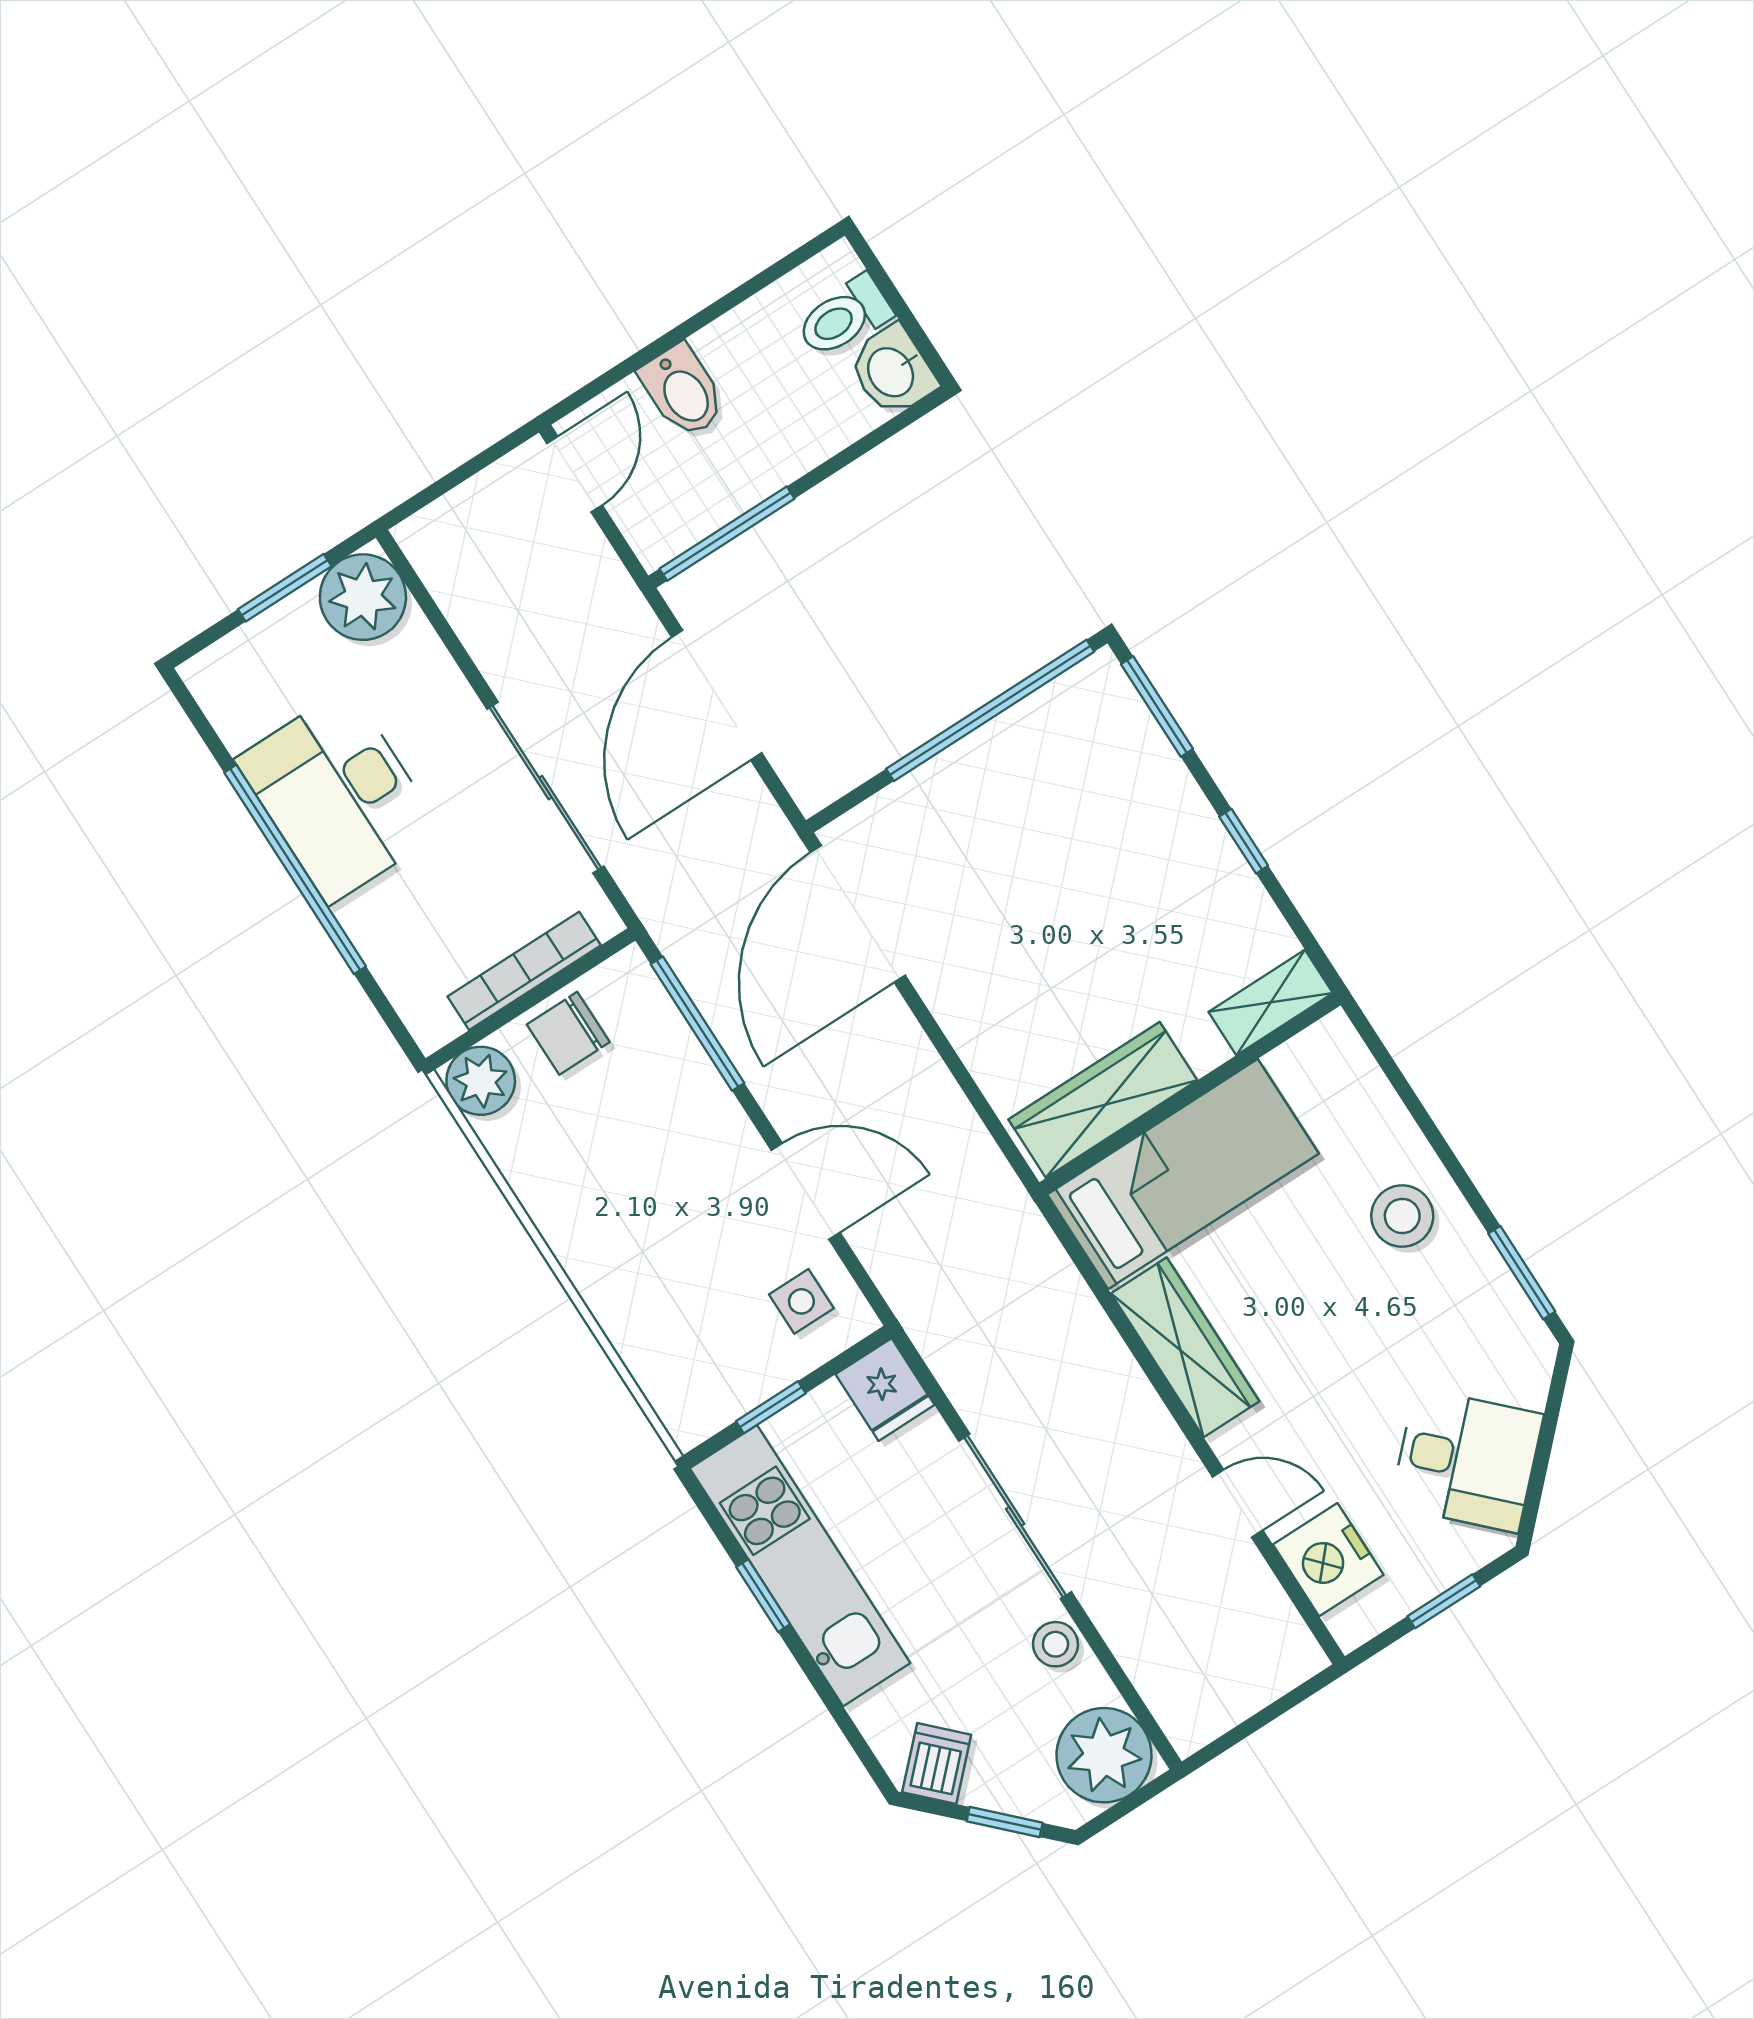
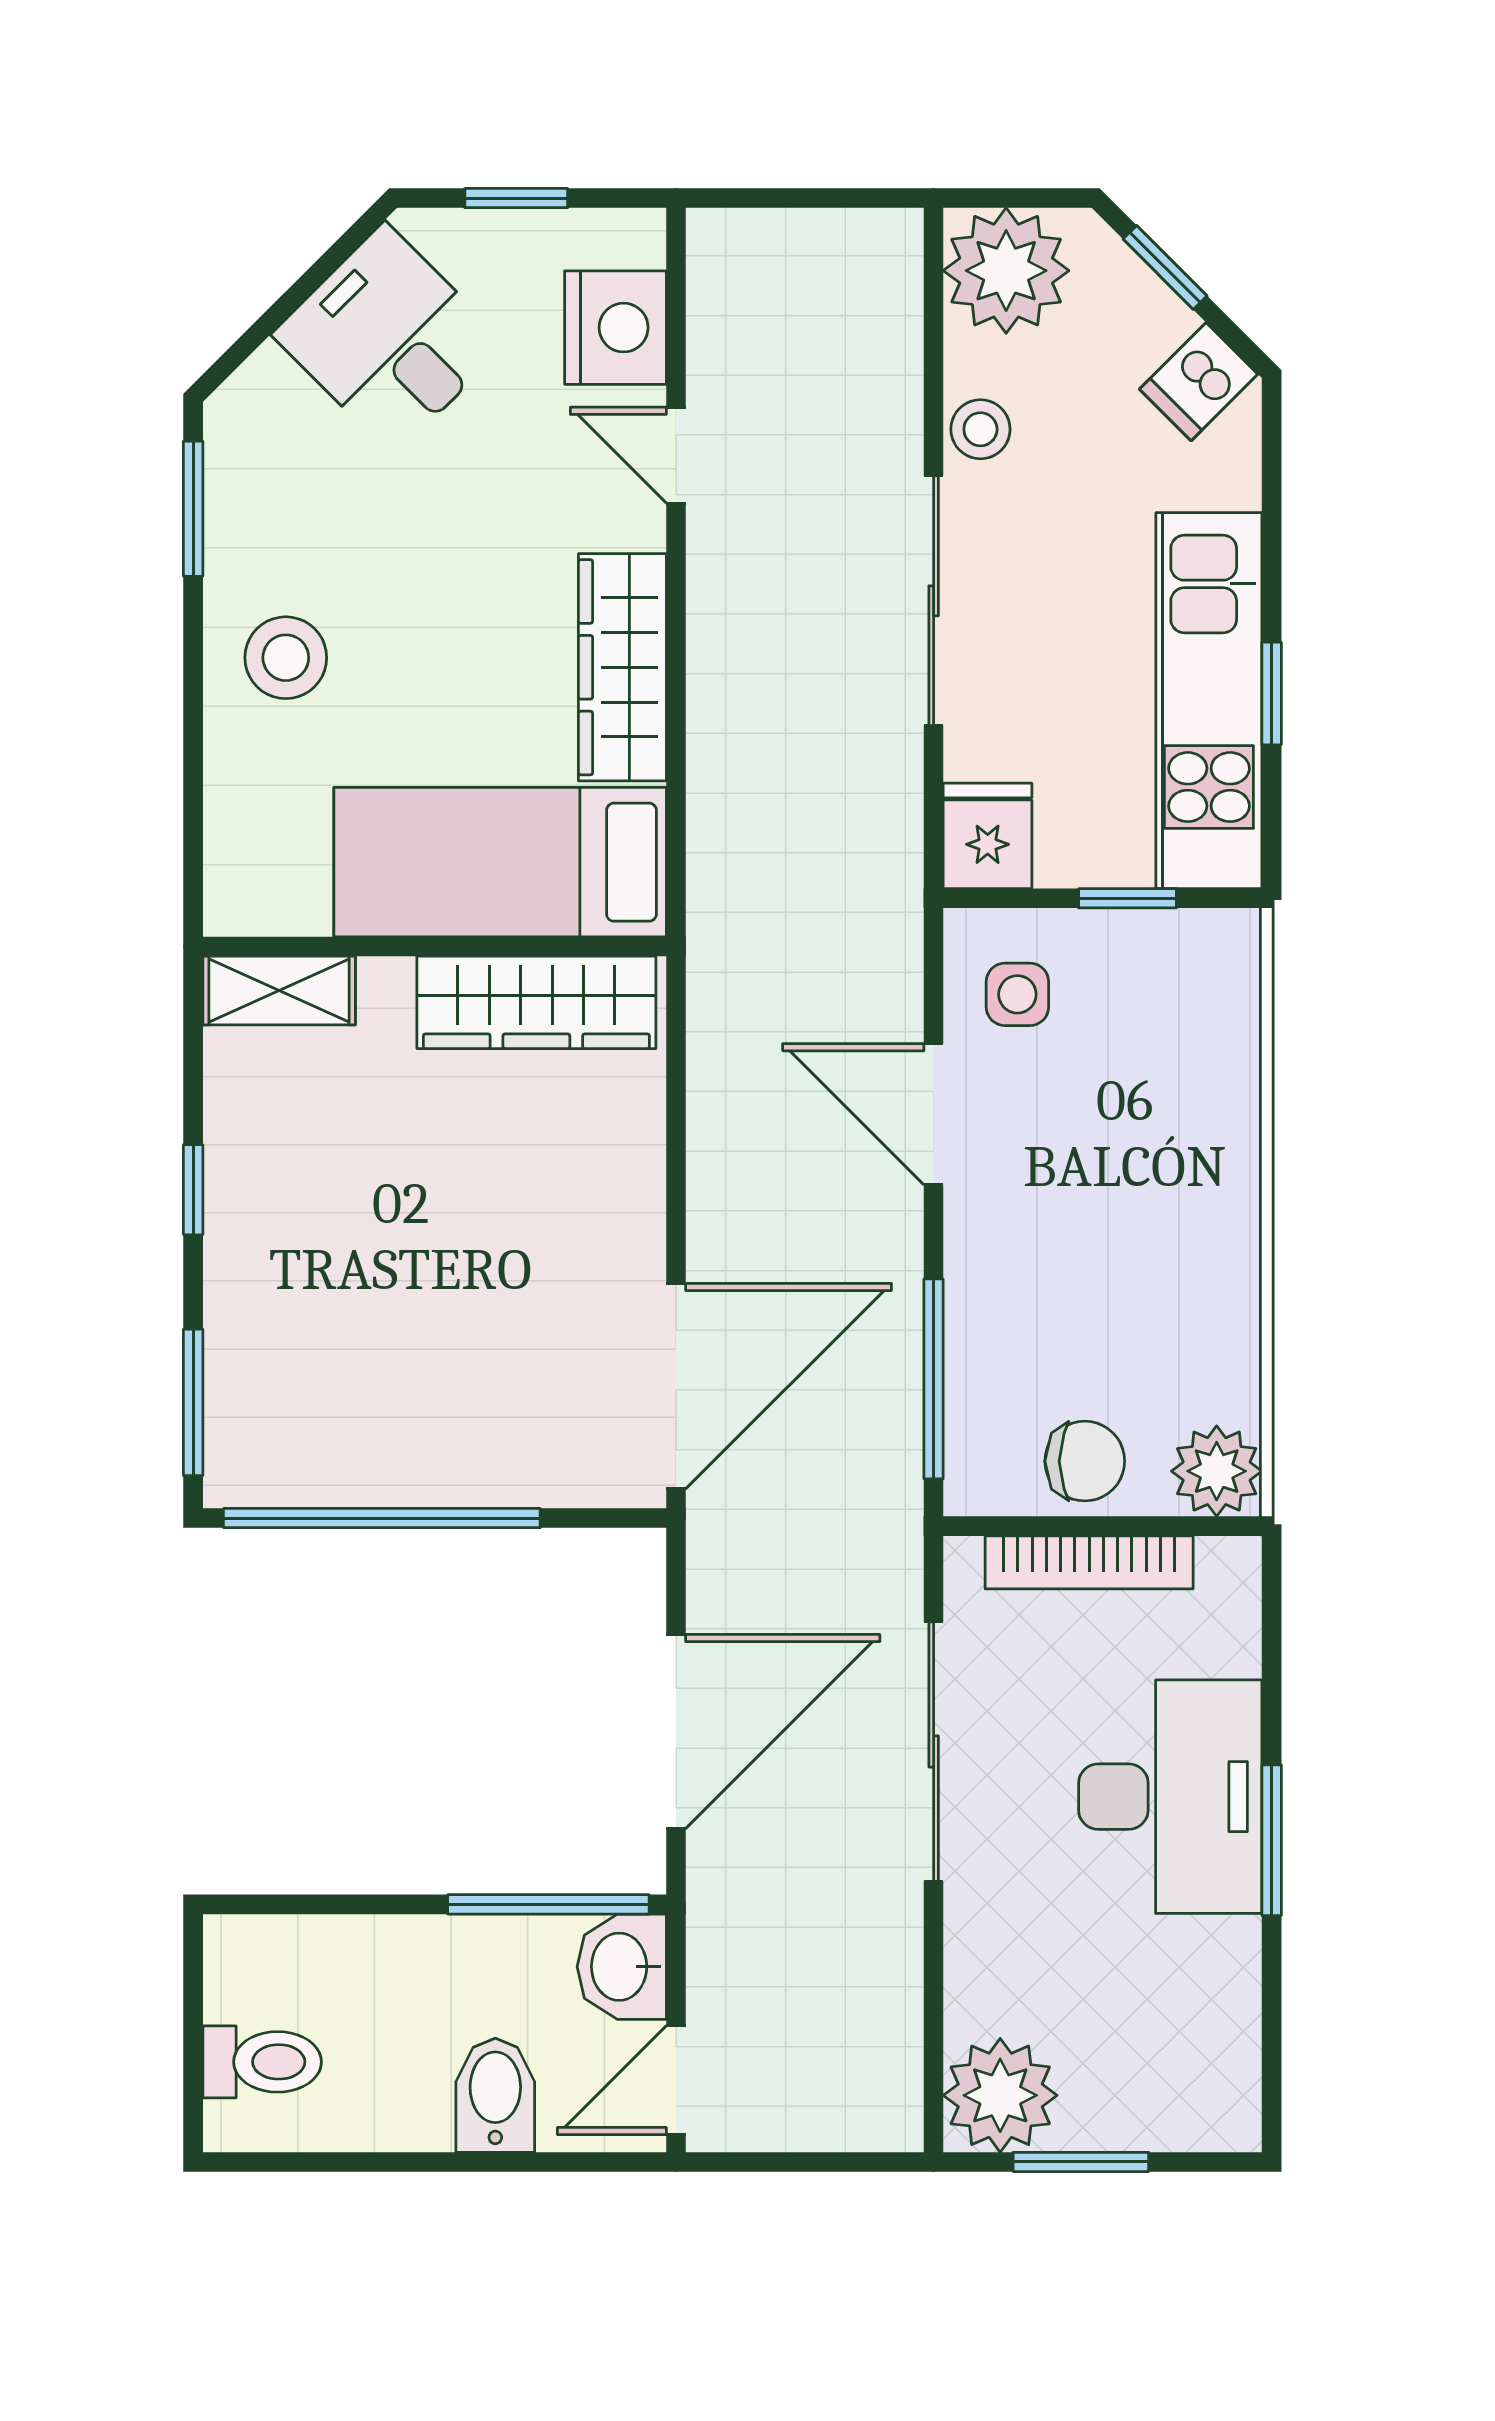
washbasin: (892, 371) -> (622, 1967), moved, turned 180
desk: (339, 796) -> (1170, 1797), moved
window: (295, 869) -> (1272, 1840), width x0.47

